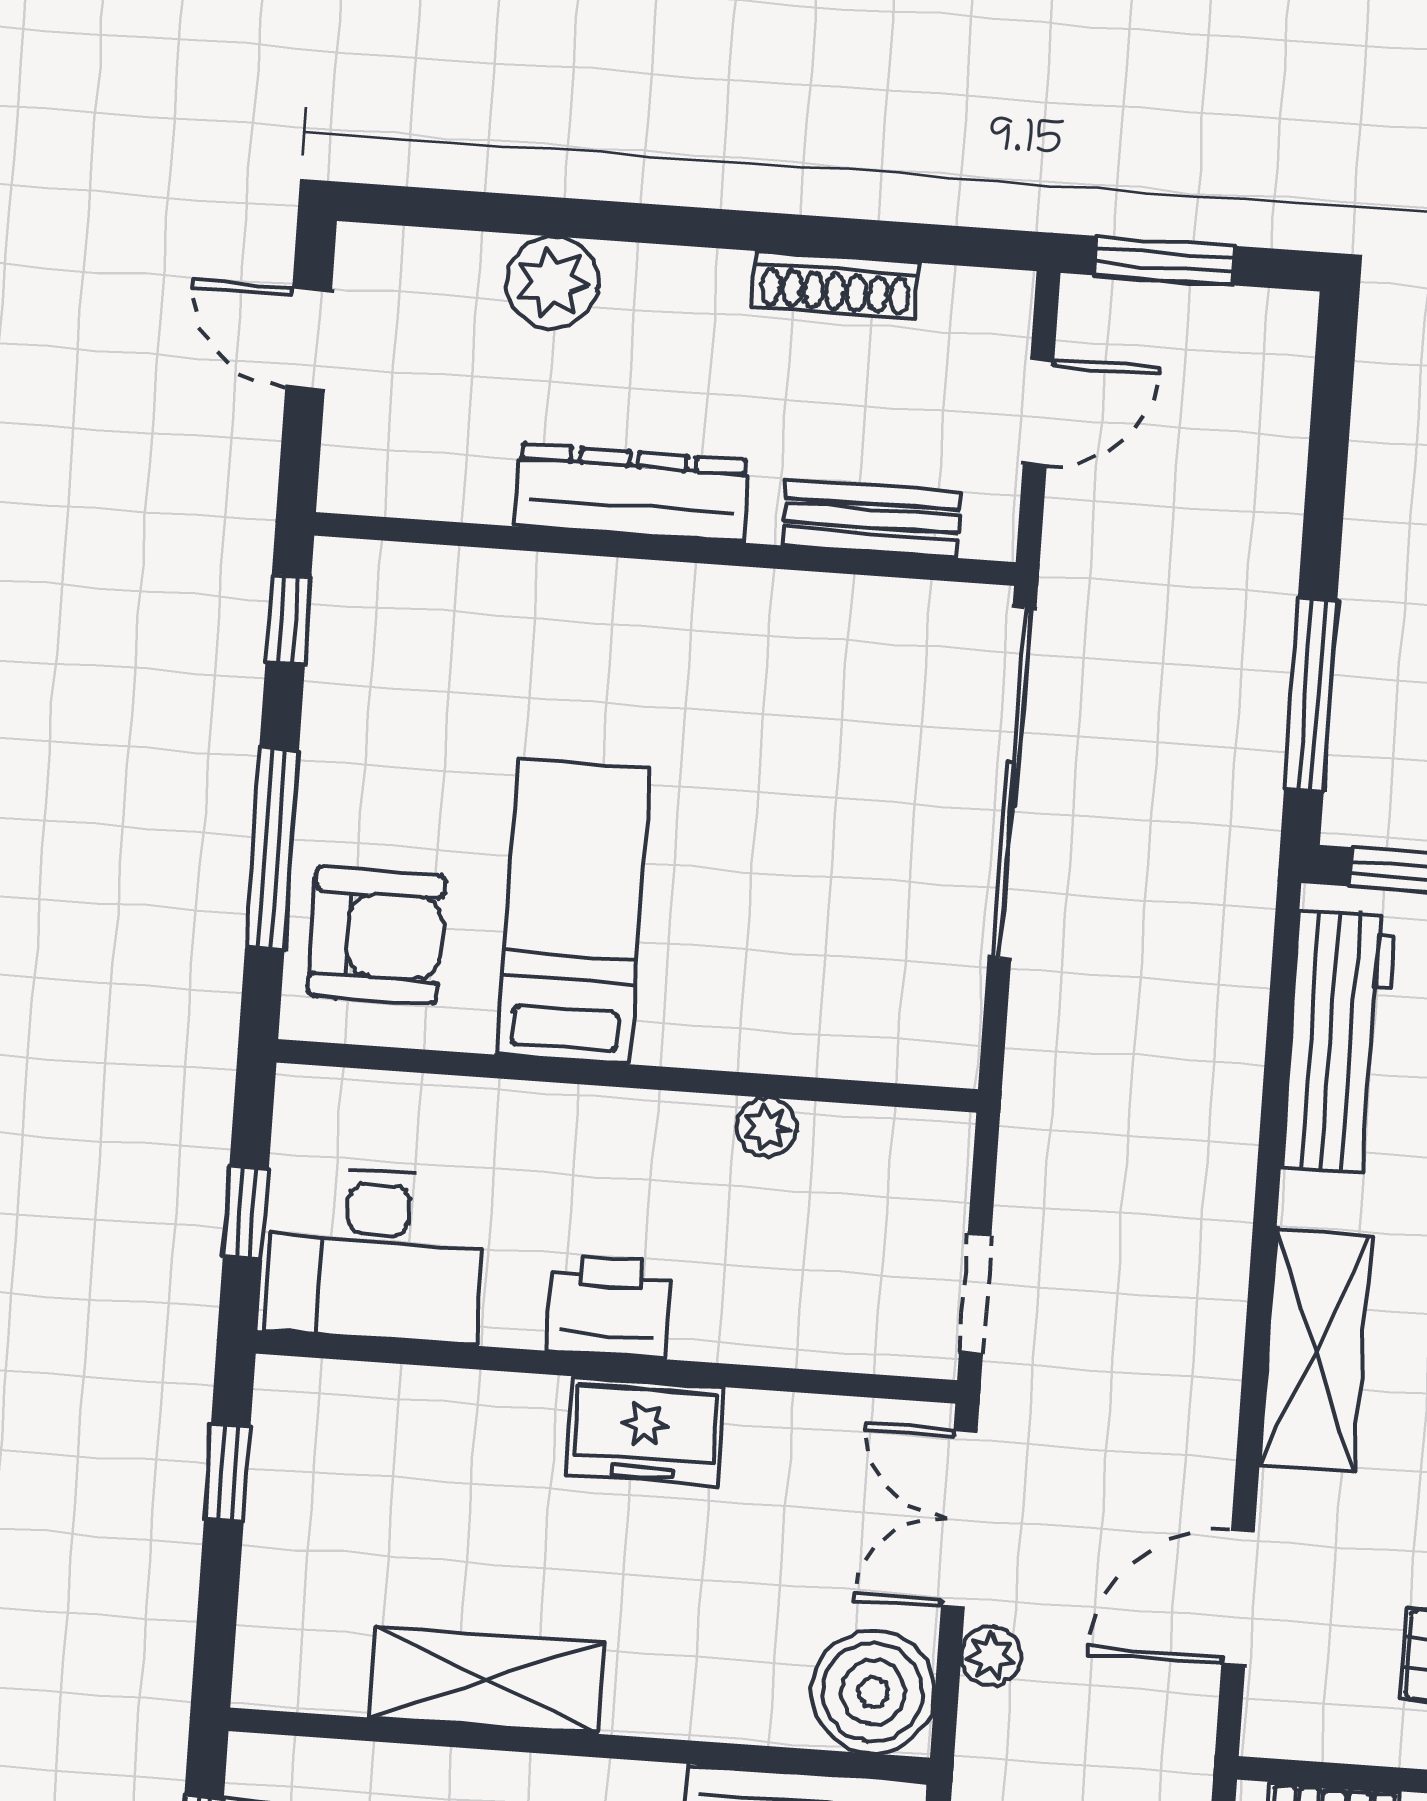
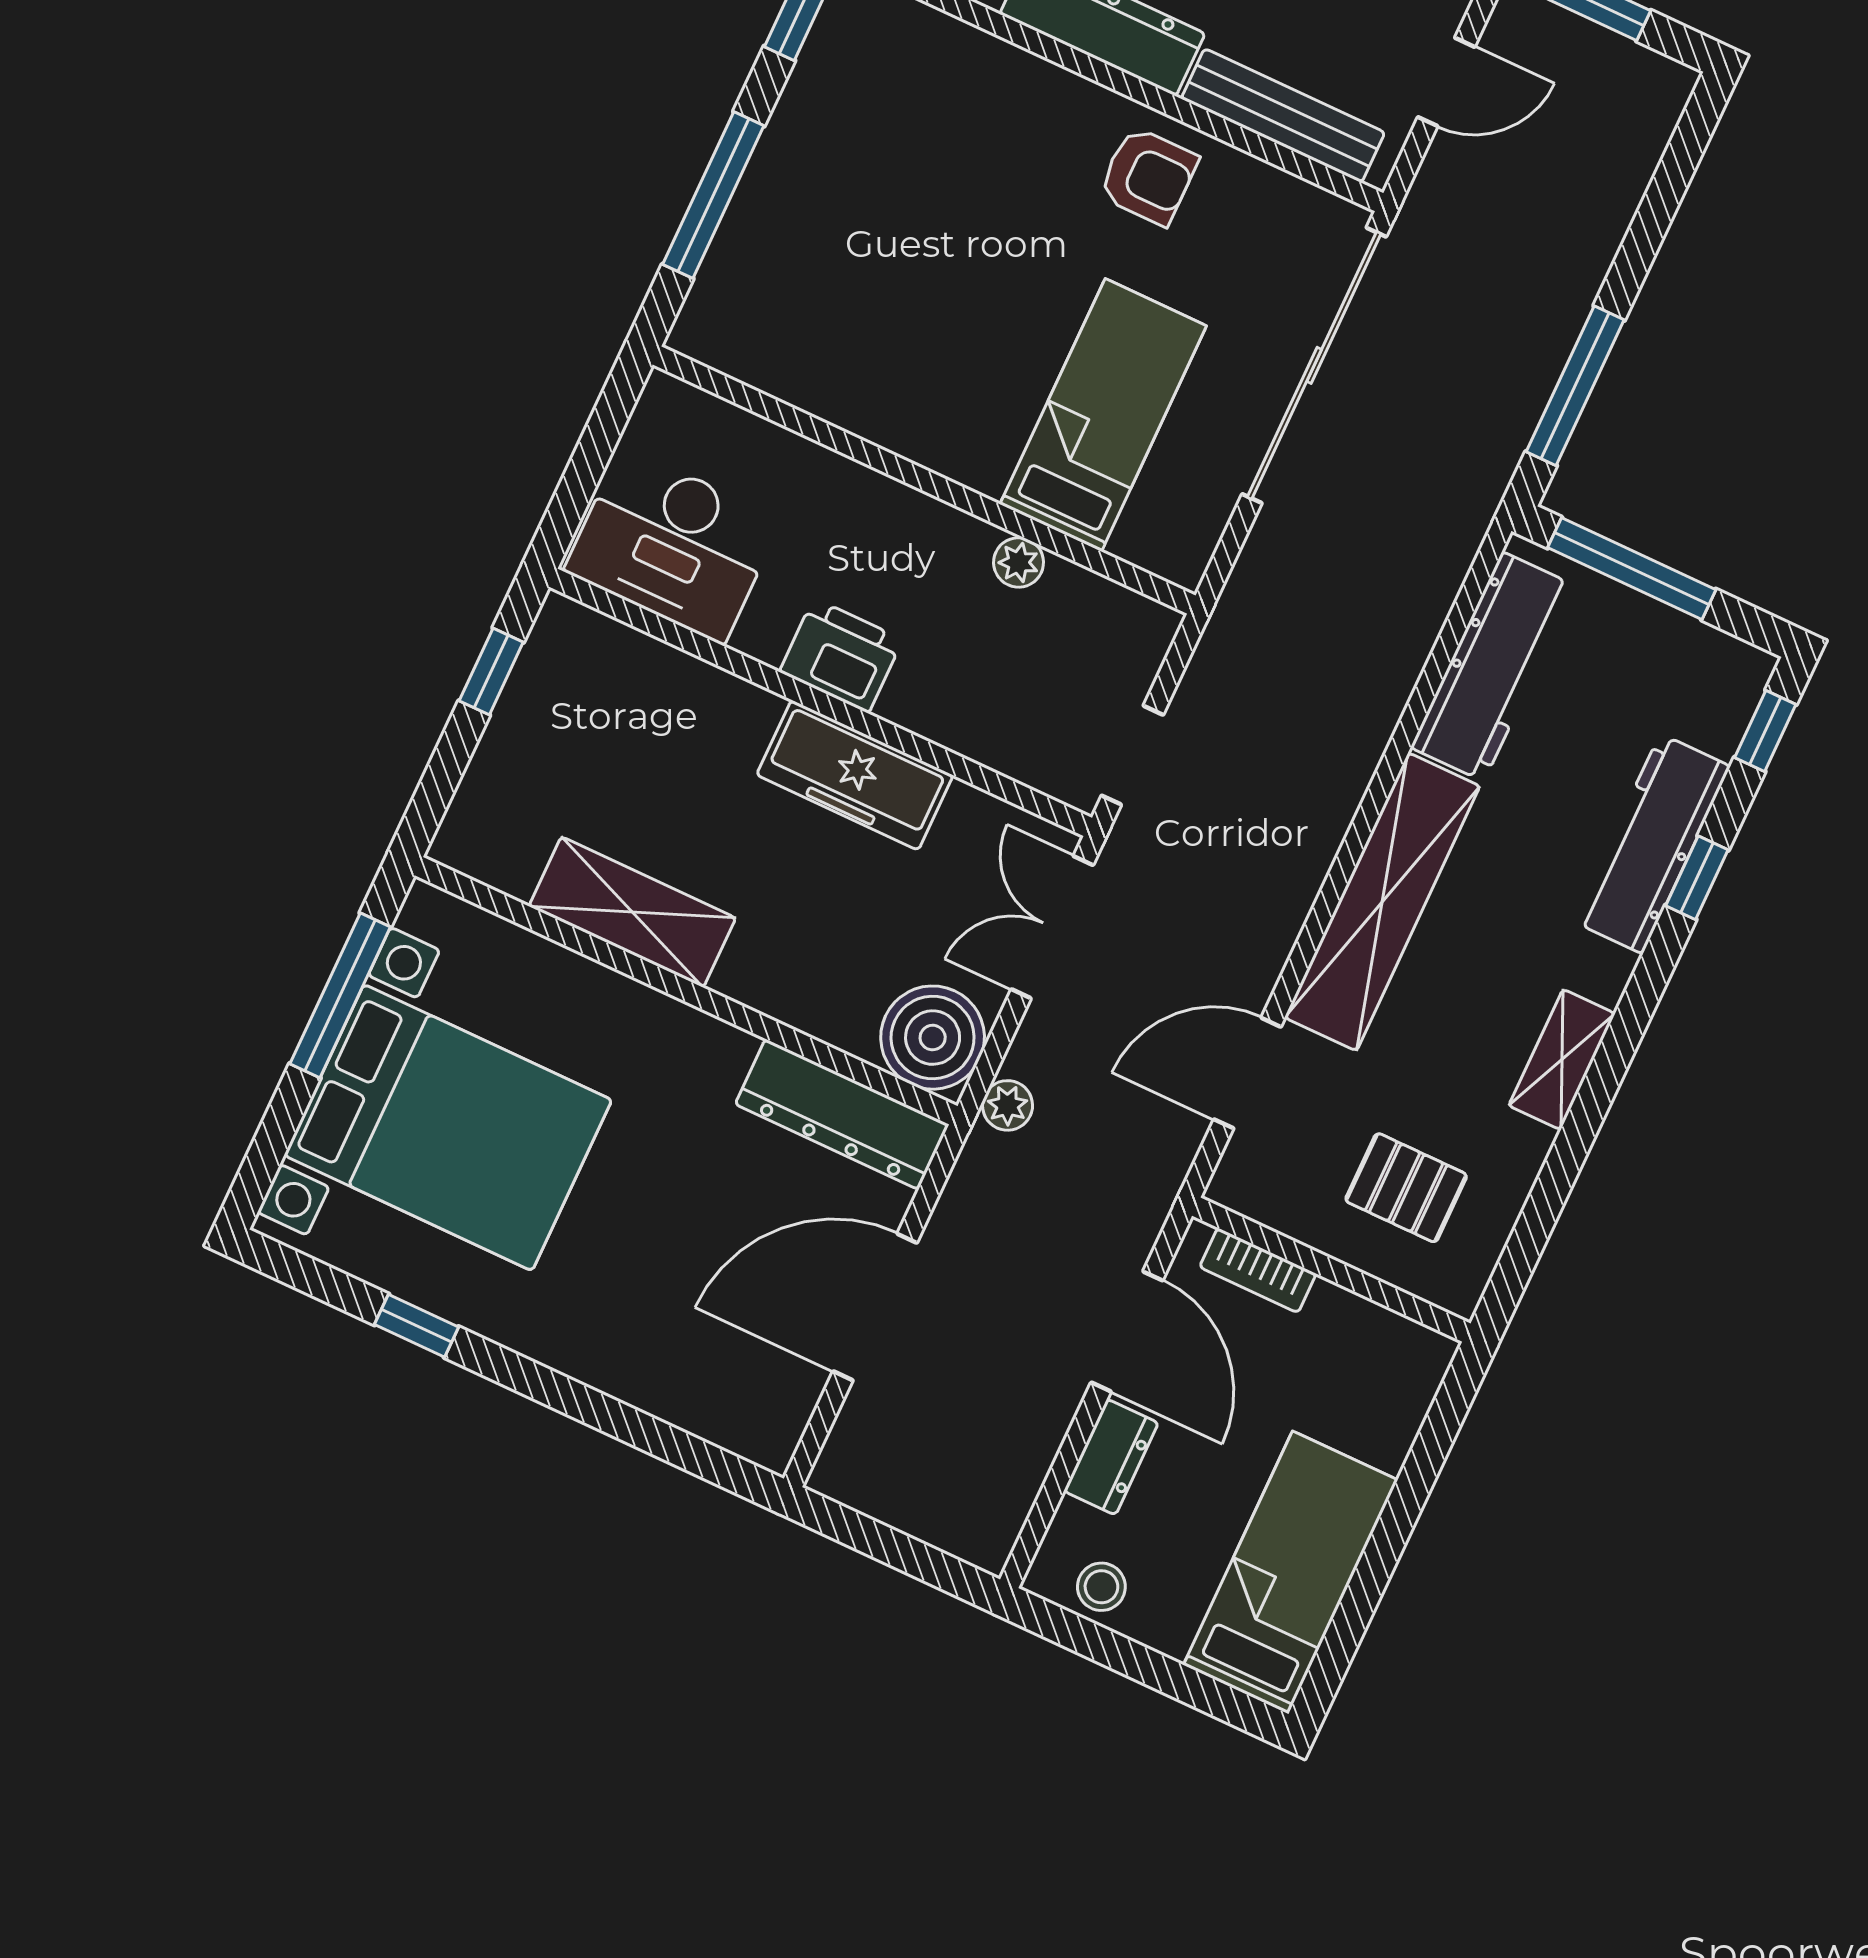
bench: (871, 519) -> (1283, 116), width x1.36
bed: (573, 912) -> (1103, 415), moved
armchair: (376, 935) -> (1148, 176), moved, width x0.72, depth x0.72
window: (246, 1213) -> (583, 474), removed
shelving: (1315, 1350) -> (1382, 902), width x1.47
freezer: (645, 1431) -> (855, 775), width x1.40
plant: (991, 1656) -> (1008, 1105), moved

